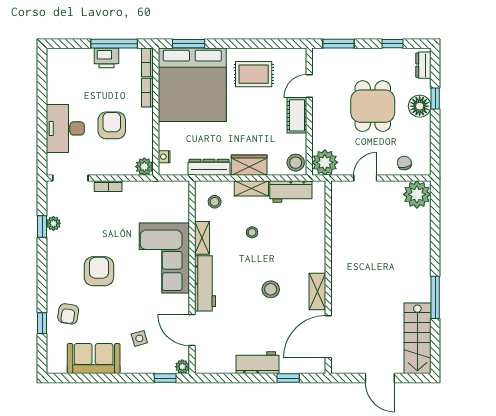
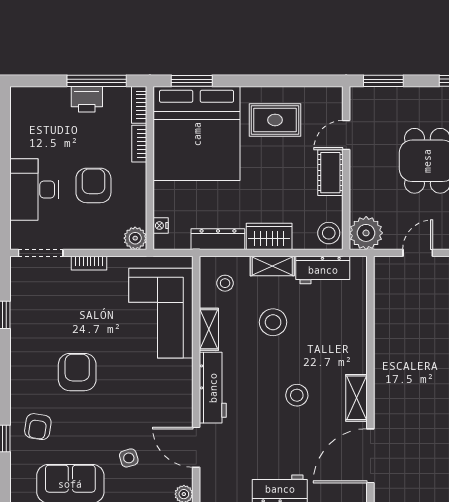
plant: (53, 223) -> (19, 311), removed
stool: (252, 232) -> (273, 322), width x1.89, depth x1.89
corner sofa: (164, 258) -> (161, 313), moved

